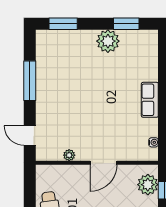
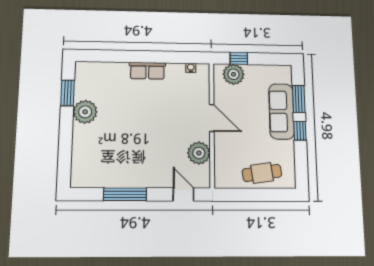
window: (63, 24) -> (65, 158), removed
door: (30, 135) -> (183, 194), swing flipped
plant: (69, 155) -> (199, 153), width x1.88, depth x1.88

